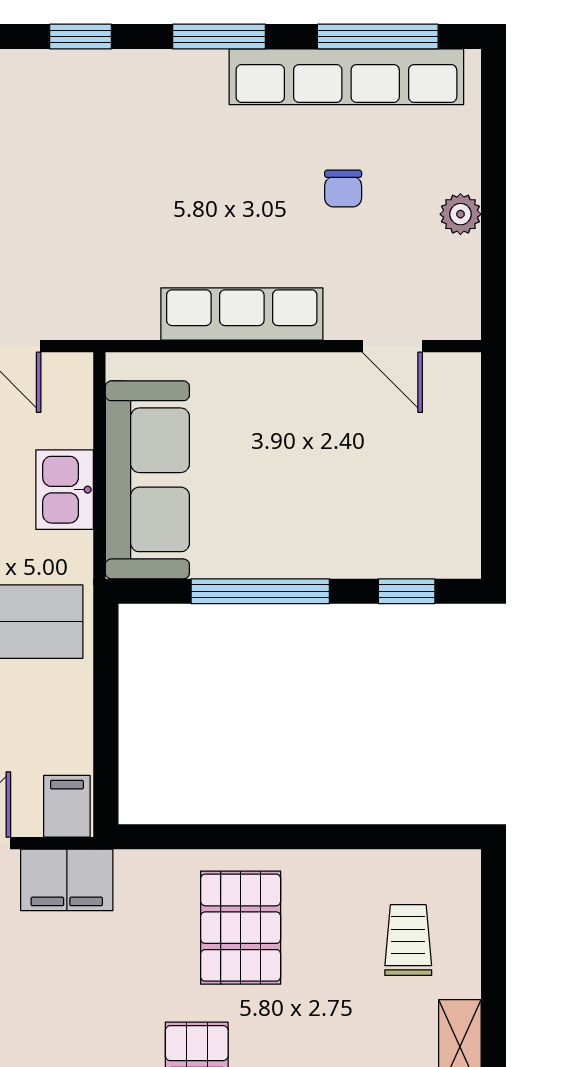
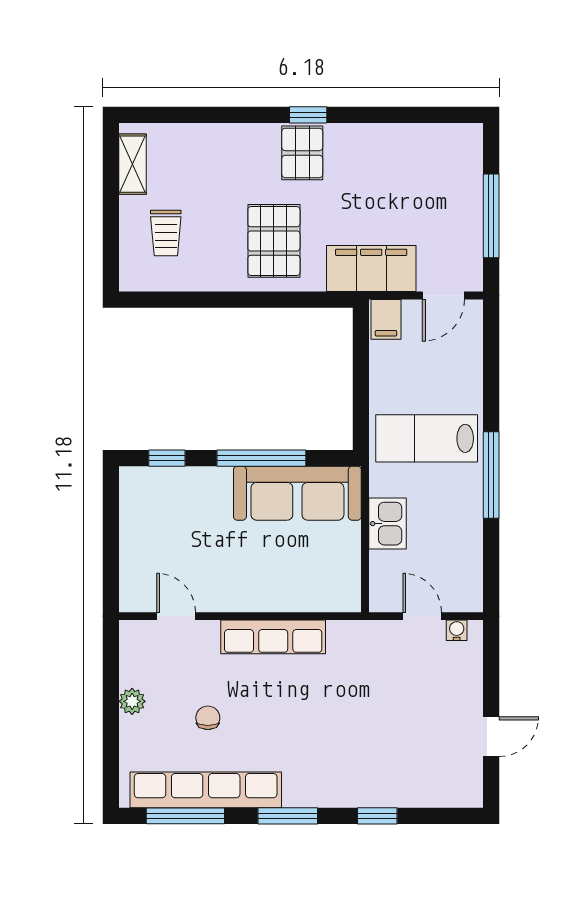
sofa: (147, 480) -> (297, 493), moved, turned -90
filing cabinet: (67, 880) -> (371, 268), width x1.50, depth x1.17

